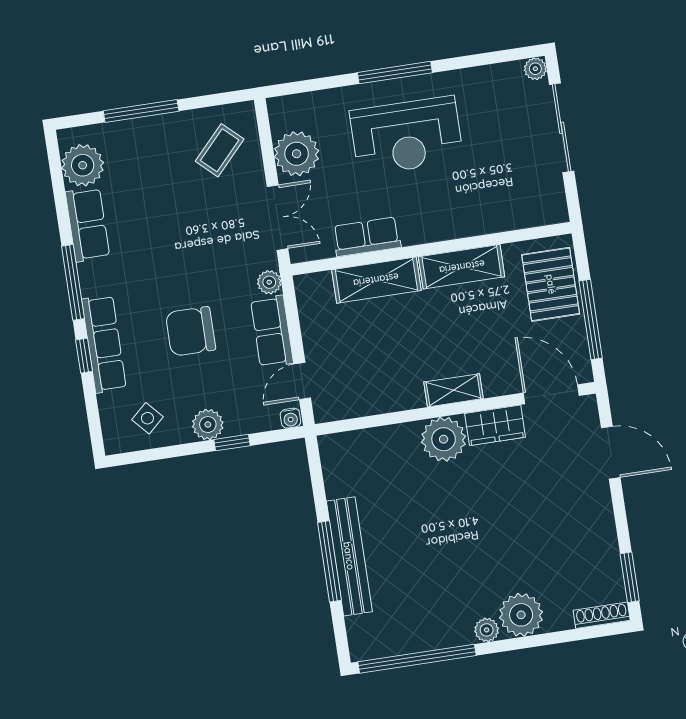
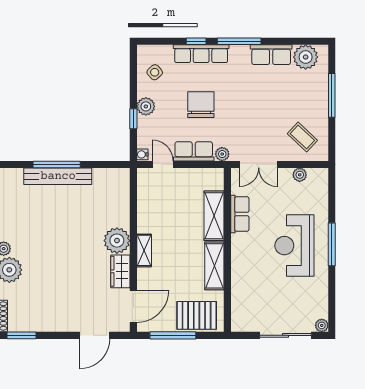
plant: (297, 154) -> (300, 175), width x0.53, depth x0.53

